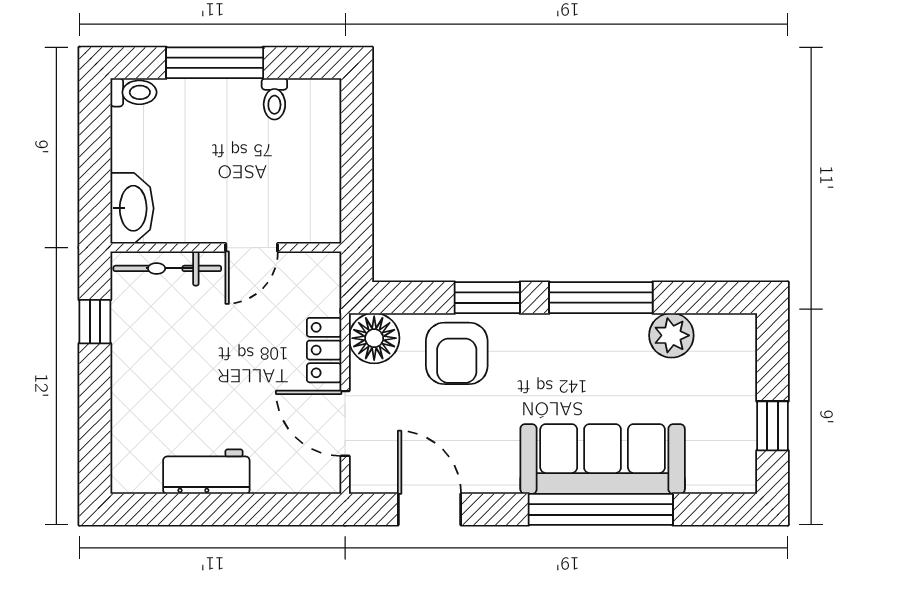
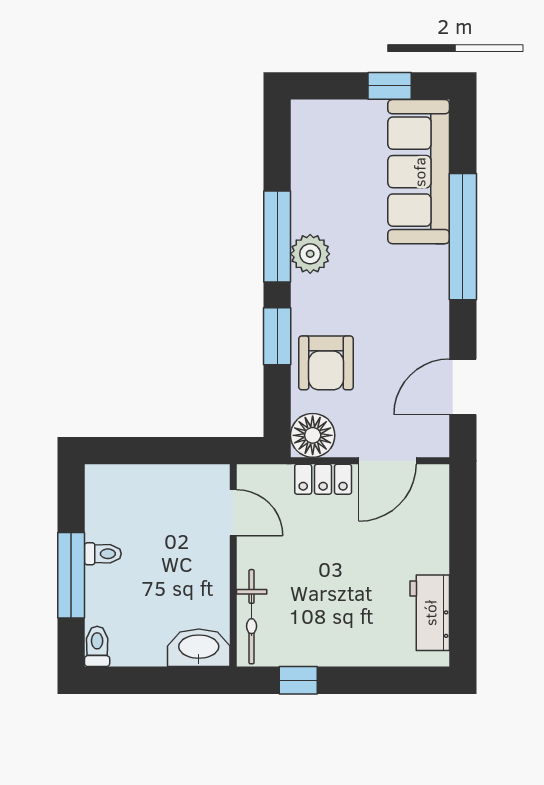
toilet: (274, 99) -> (103, 554), moved
door: (252, 248) -> (233, 513), moved
plant: (671, 335) -> (310, 254), moved
armchair: (457, 353) -> (326, 363), turned 90
sofa: (603, 459) -> (419, 172), moved
workbench: (206, 472) -> (430, 613), moved

